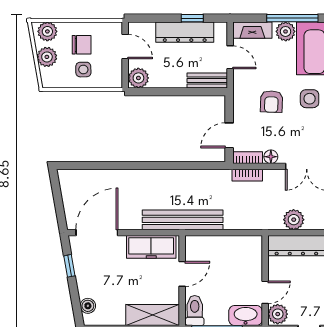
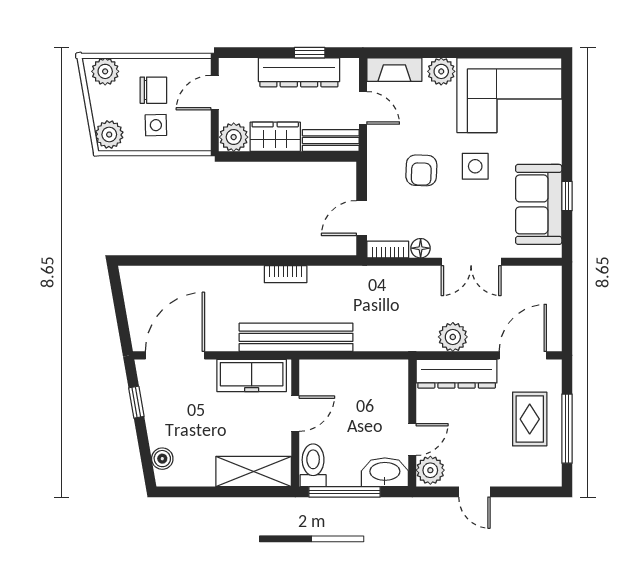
window: (292, 18) -> (451, 53), removed
door: (125, 47) -> (215, 93), swing flipped
plant: (47, 57) -> (109, 135), moved
wardrobe: (168, 78) -> (275, 137), added
bookcase: (247, 175) -> (286, 274), moved

